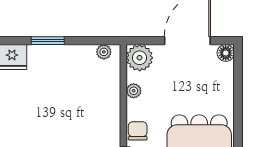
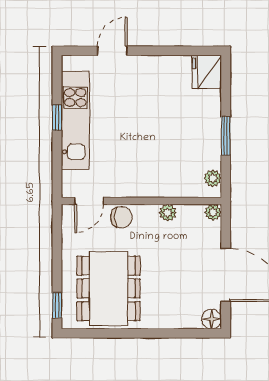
window: (48, 41) -> (226, 136), moved
plant: (140, 58) -> (213, 212), width x0.53, depth x0.53

